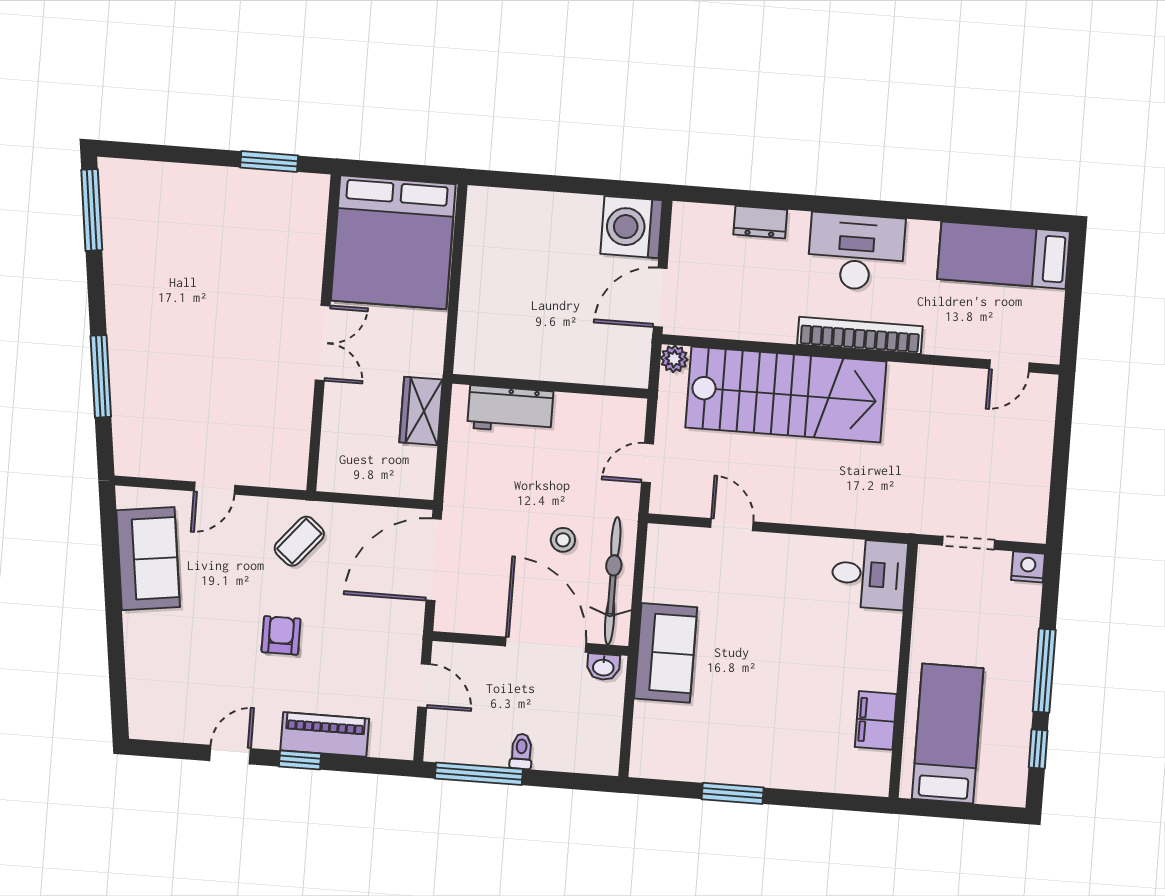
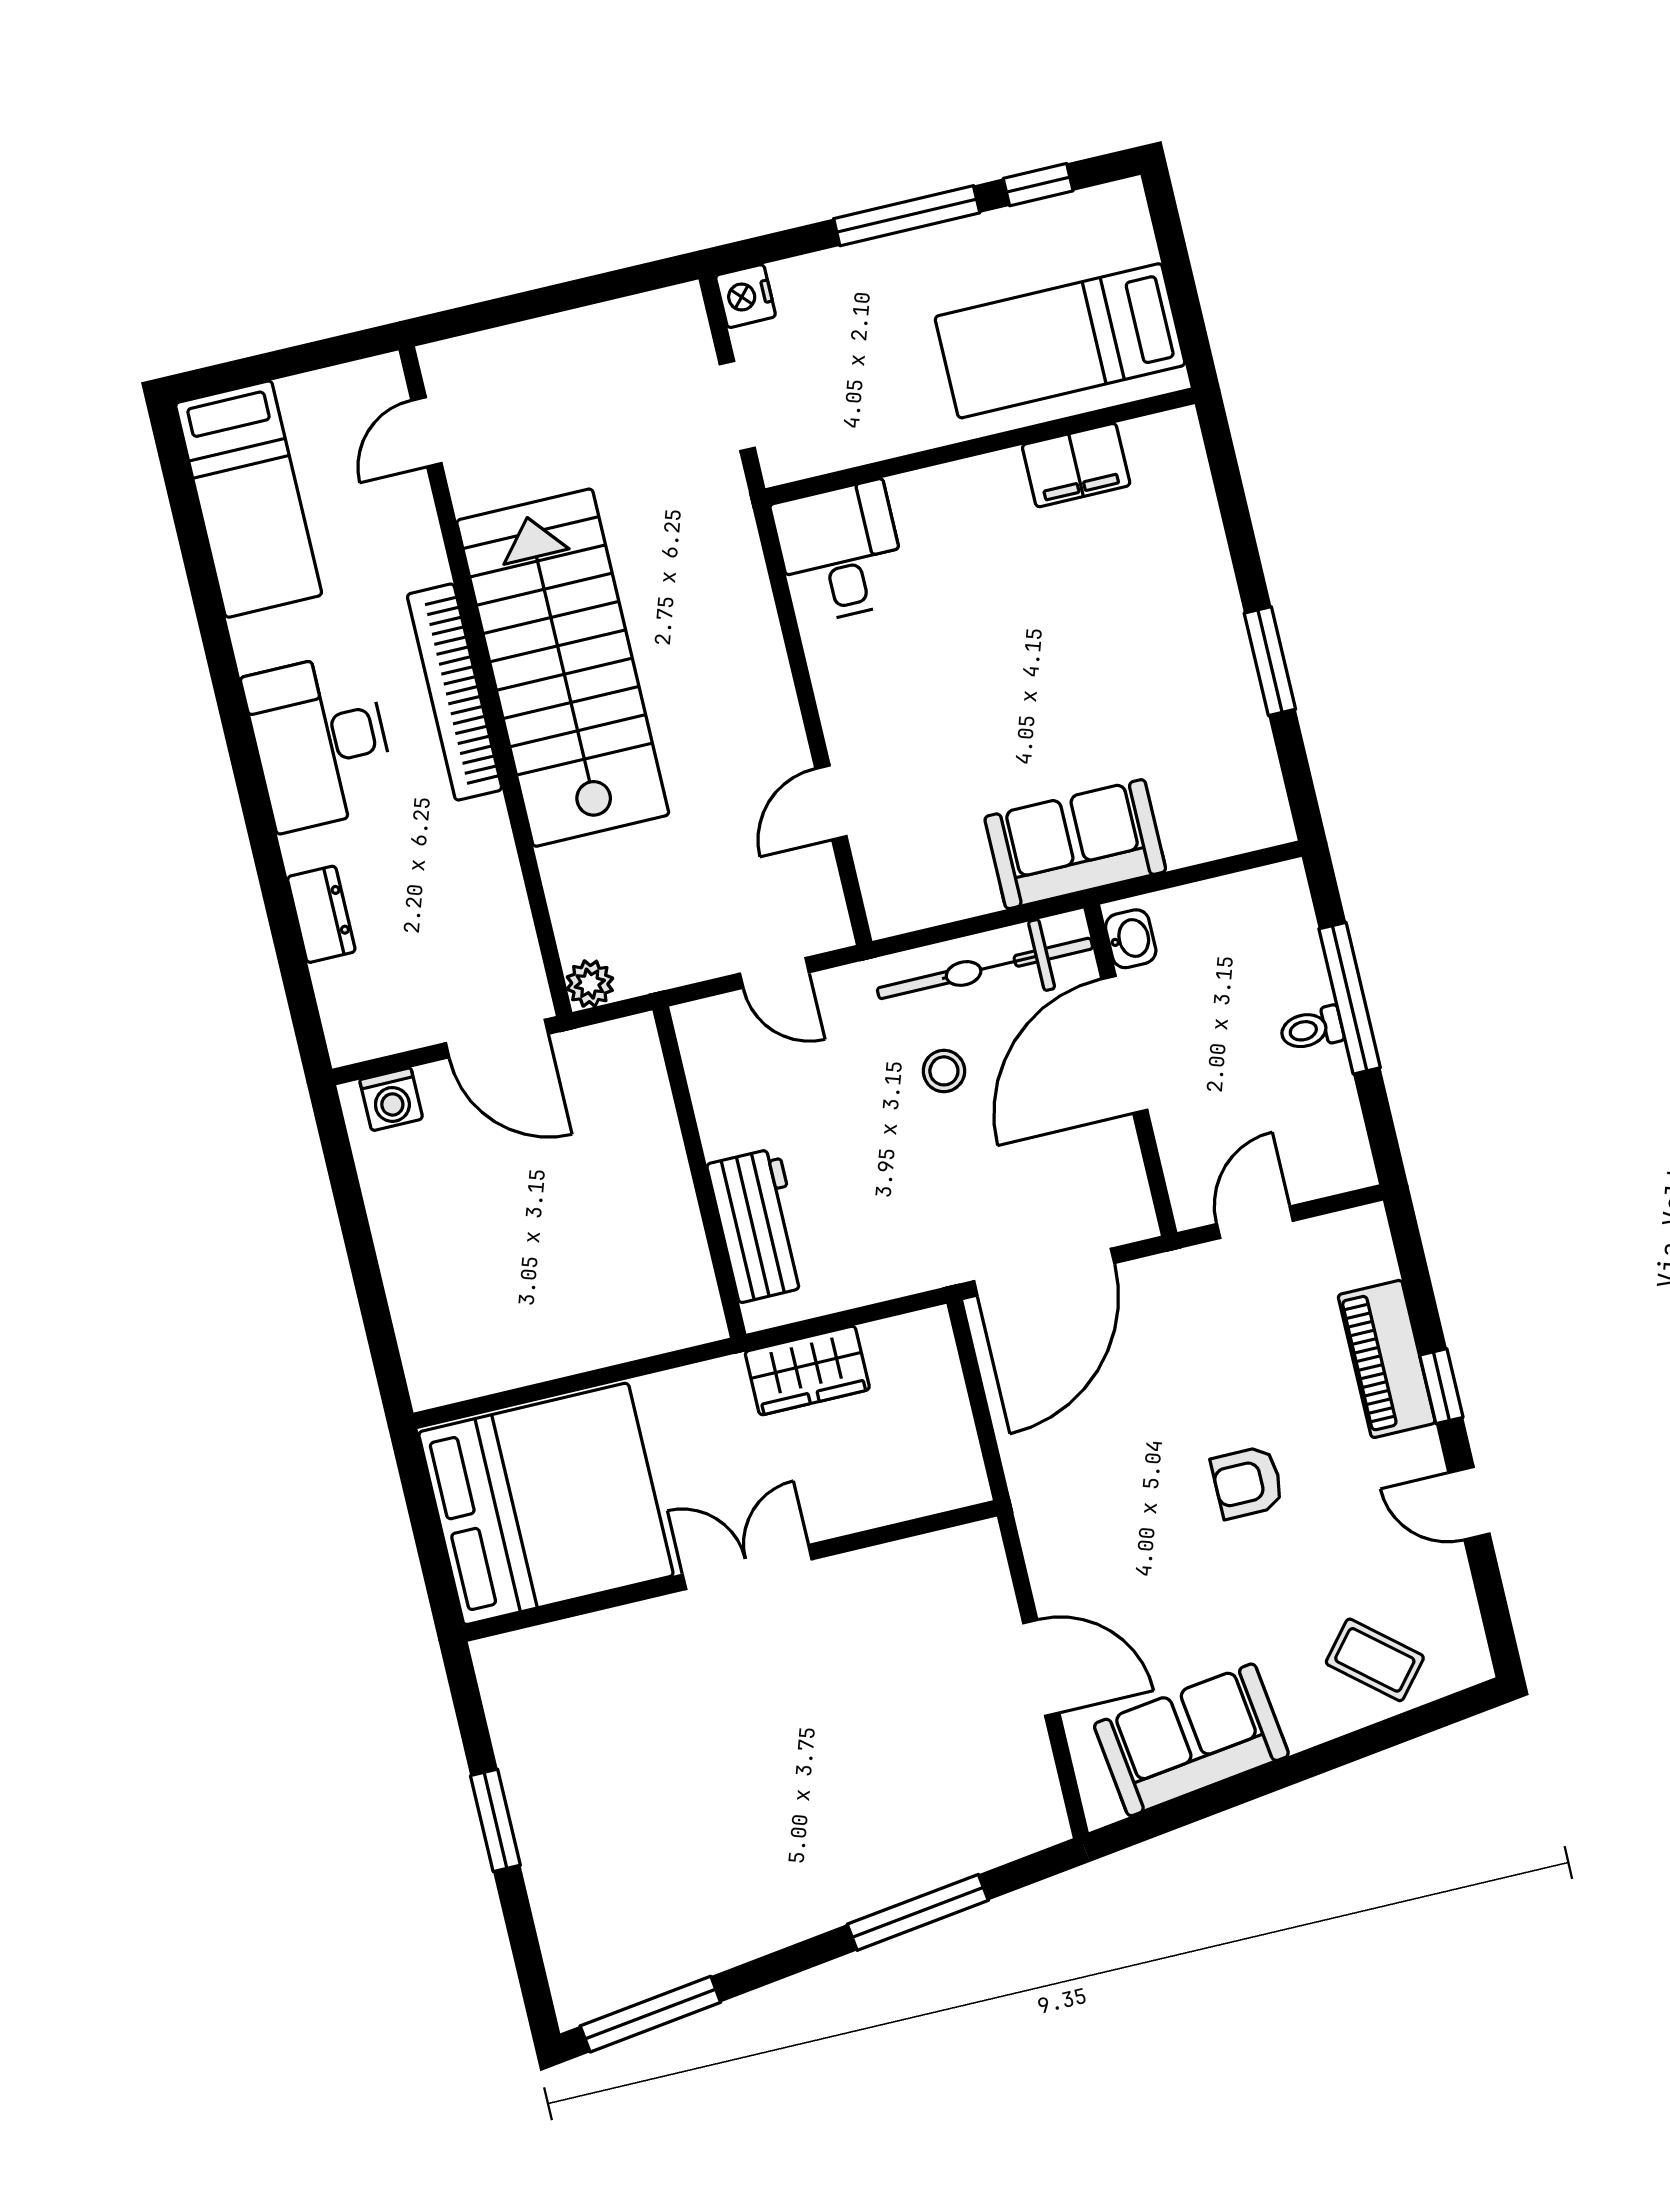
window: (269, 162) -> (495, 1820), moved
washing machine: (631, 227) -> (391, 1099), width x0.53, depth x0.53
door: (1009, 366) -> (426, 432), swing flipped
stairs: (786, 394) -> (563, 668), moved
door: (215, 488) -> (1041, 1668), width x1.38
coffee table: (299, 541) -> (1375, 1660), moved
door: (434, 560) -> (1044, 1272), hinge flipped
window: (479, 774) -> (1350, 998), moved

